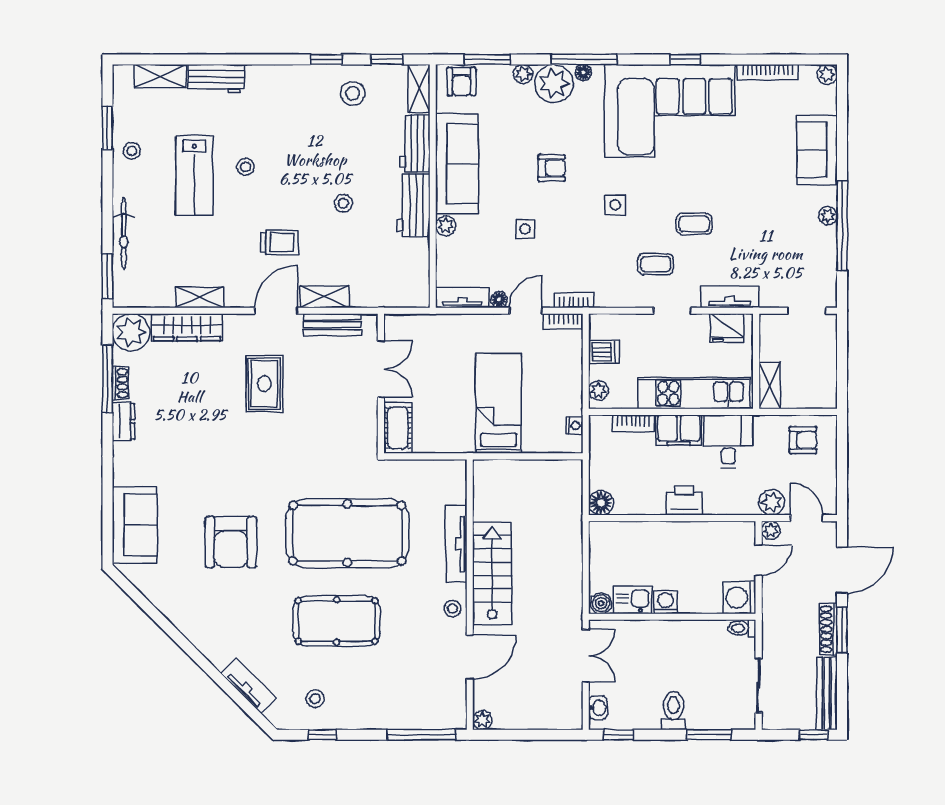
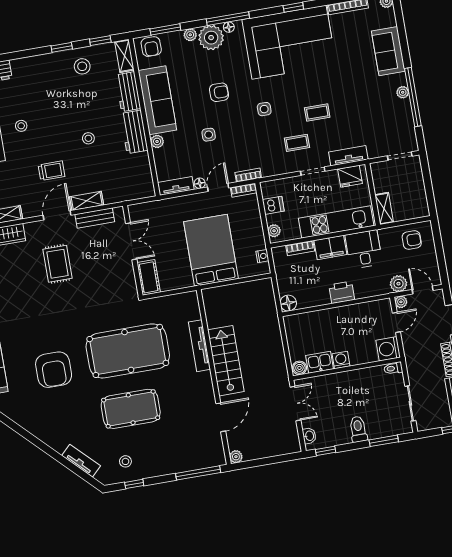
bed: (498, 403) -> (211, 250), width x1.50
stool: (452, 608) -> (204, 388), removed

